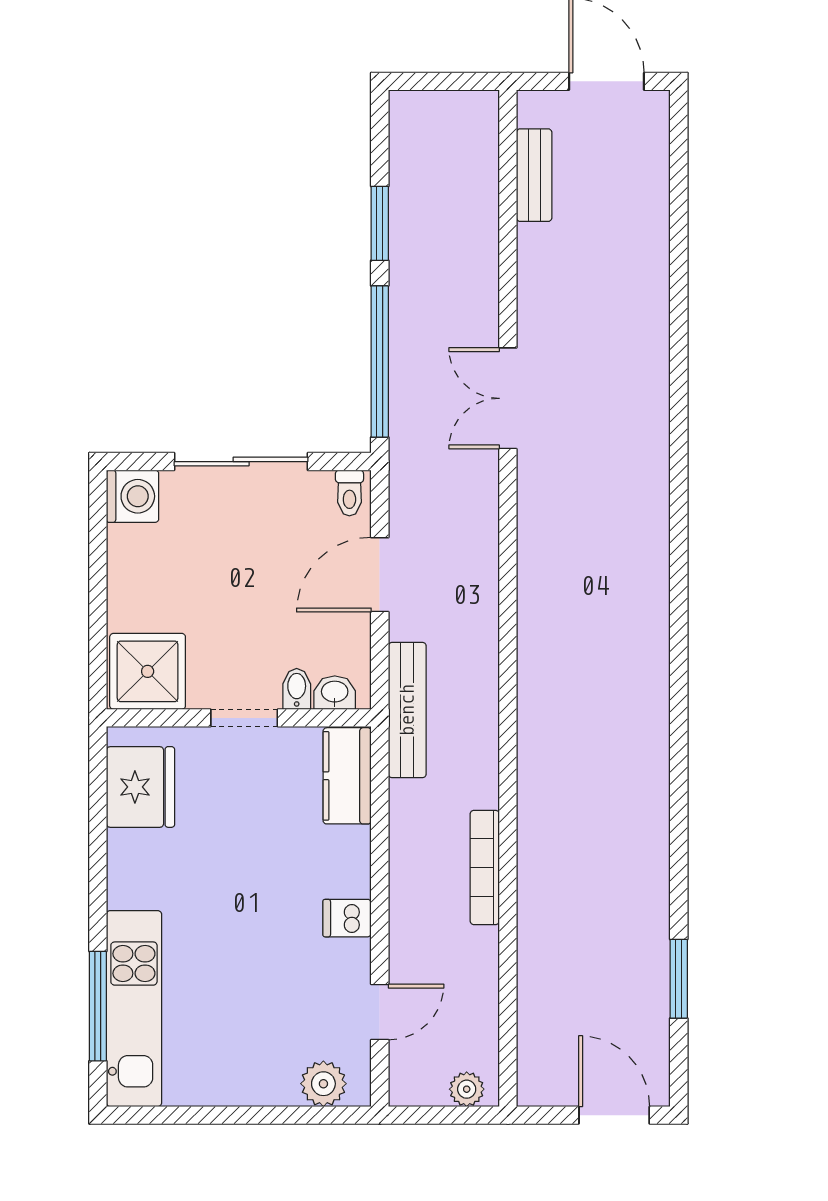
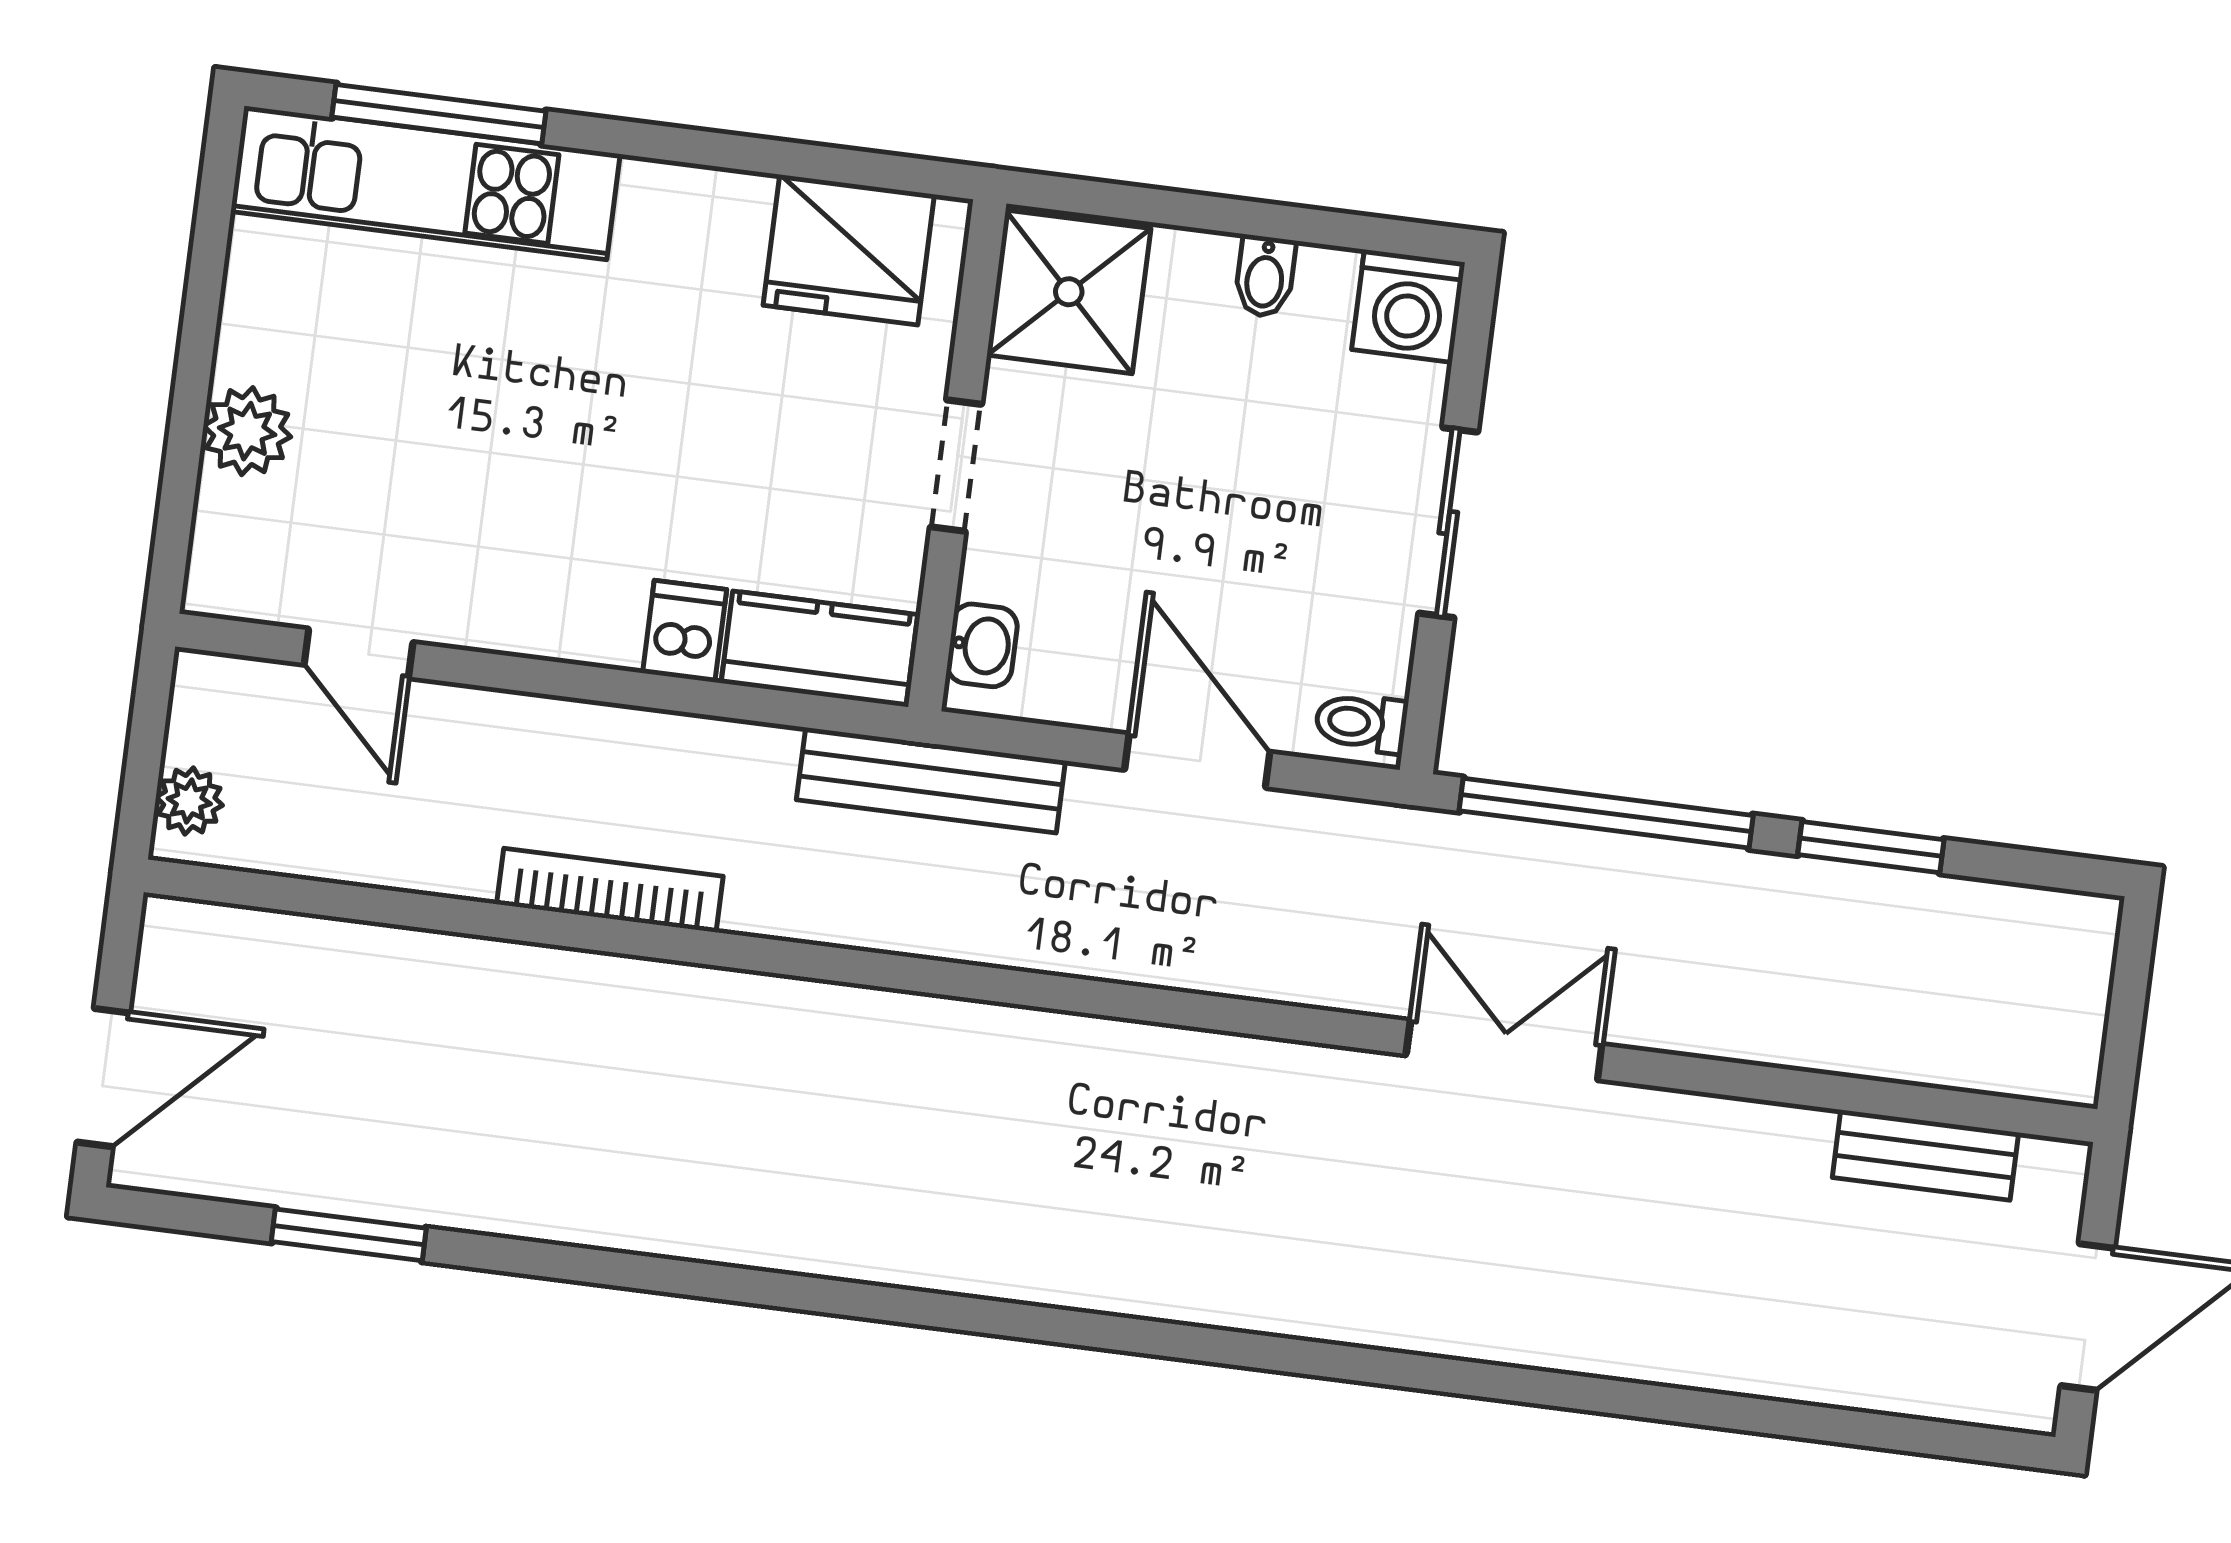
sliding door: (241, 462) -> (1448, 523), width x0.73
bidet: (297, 689) -> (1265, 276), moved, turned 90
dishwasher: (347, 918) -> (685, 631), moved
plant: (323, 1084) -> (247, 431), moved

